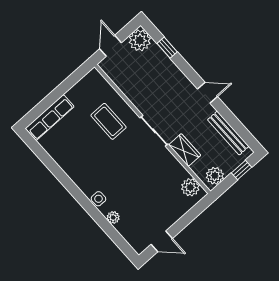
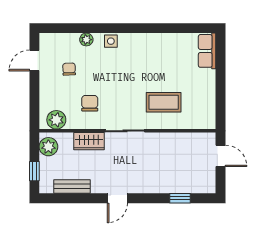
plant: (140, 40) -> (204, 182), removed
row of seats: (50, 118) -> (207, 51), width x0.68
bench: (228, 133) -> (72, 186), width x0.73
chair: (157, 174) -> (90, 103), added
chair: (146, 211) -> (69, 69), added

